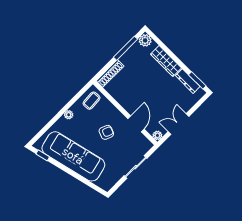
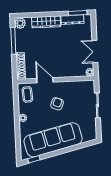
door: (136, 124) -> (45, 80), moved

